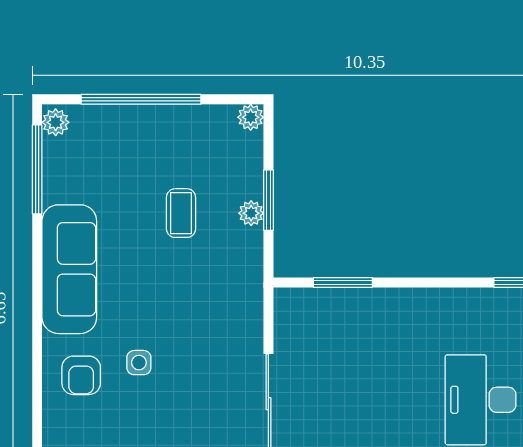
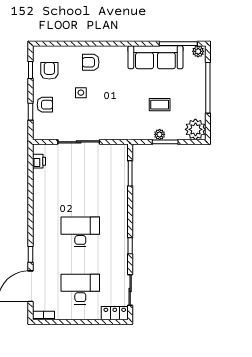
plant: (251, 117) -> (195, 129), width x1.87, depth x1.87
sofa: (69, 269) -> (155, 57), moved
side table: (139, 363) -> (81, 93), moved

